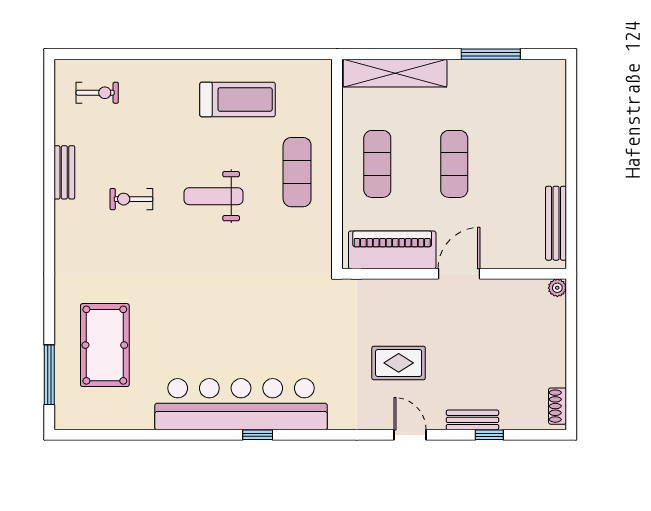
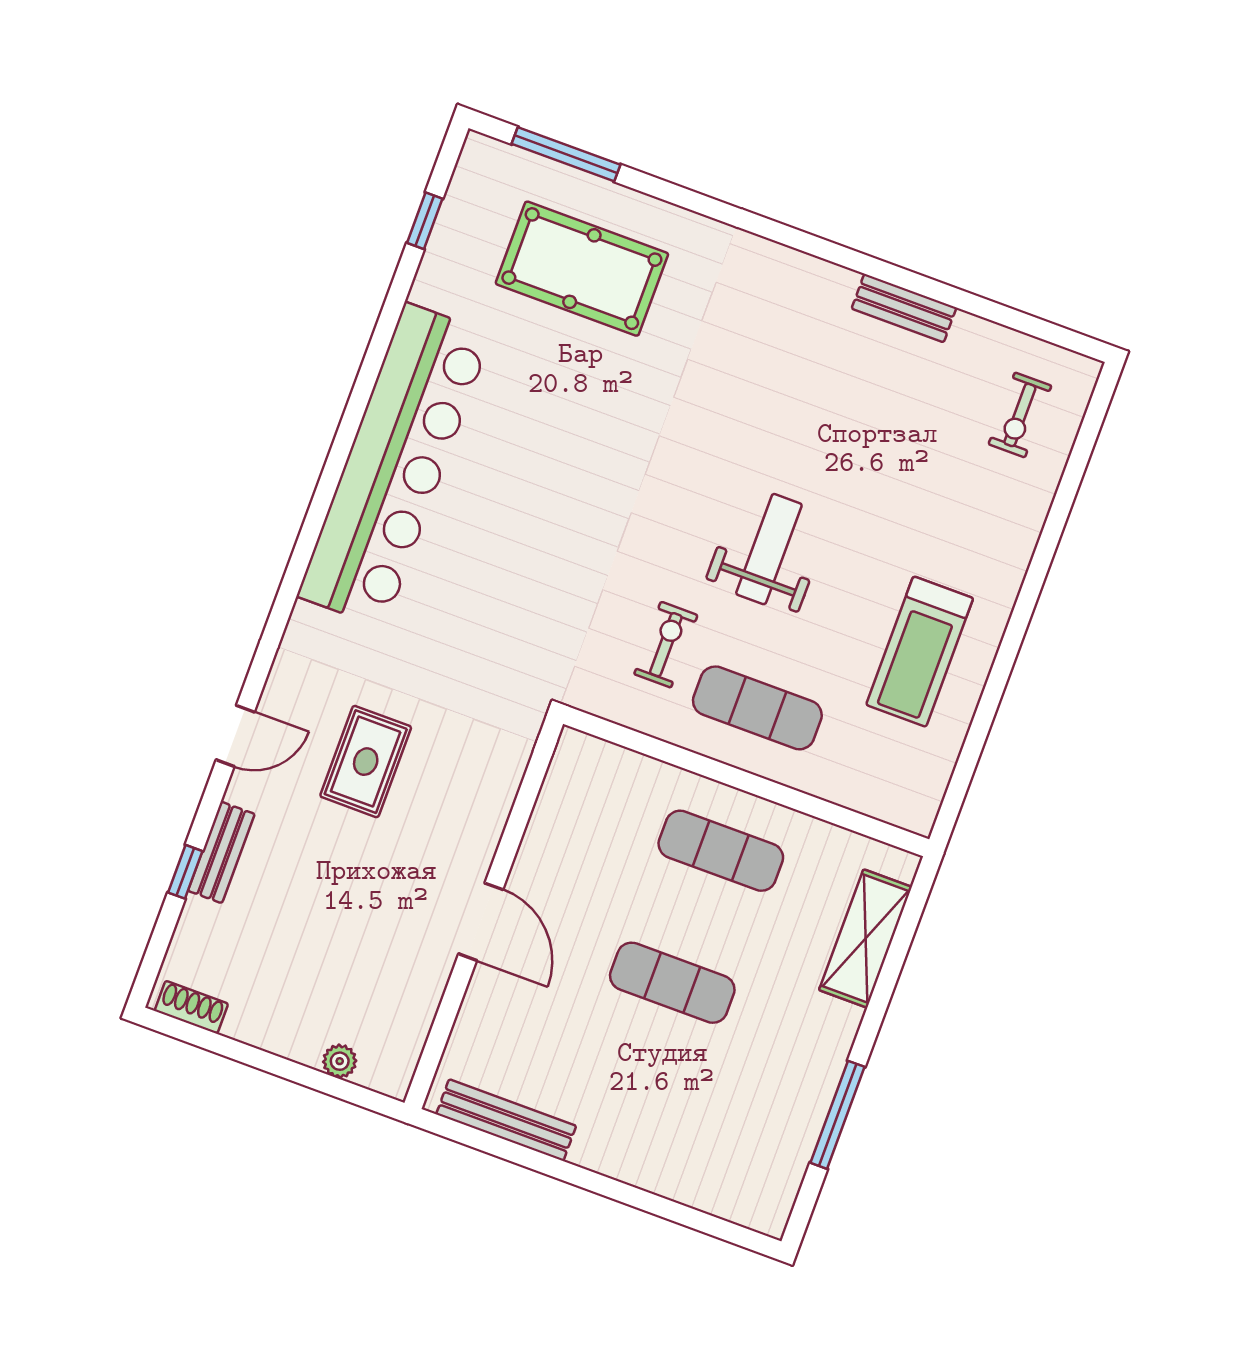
shelving: (395, 73) -> (865, 939), width x0.68
exercise bike: (131, 199) -> (666, 645), moved
piano: (392, 250) -> (564, 822), removed
plant: (557, 288) -> (340, 1061), moved
window: (258, 435) -> (425, 221), moved

